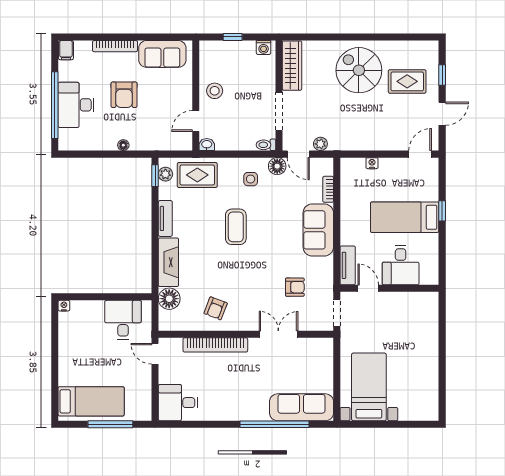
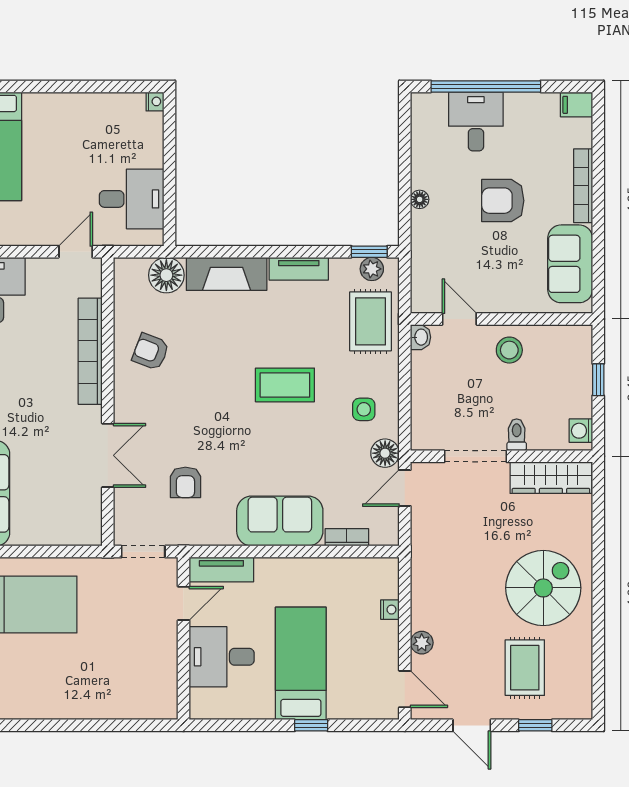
desk: (76, 105) -> (476, 121), width x0.73
plant: (320, 144) -> (422, 643), moved
toilet: (266, 145) -> (517, 435), moved

